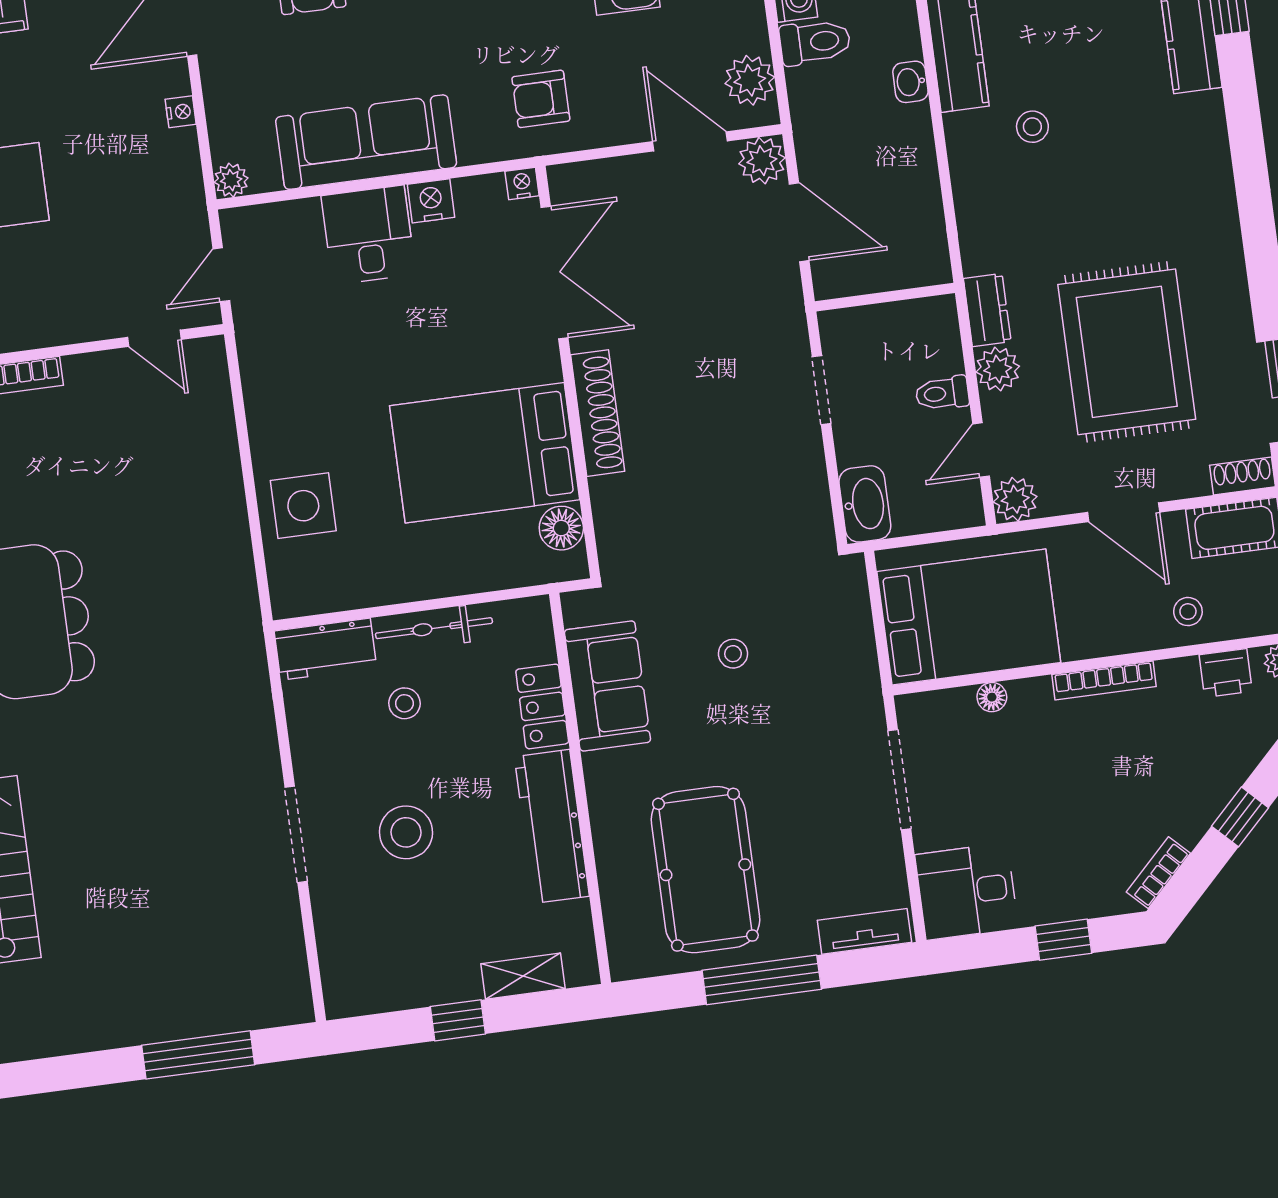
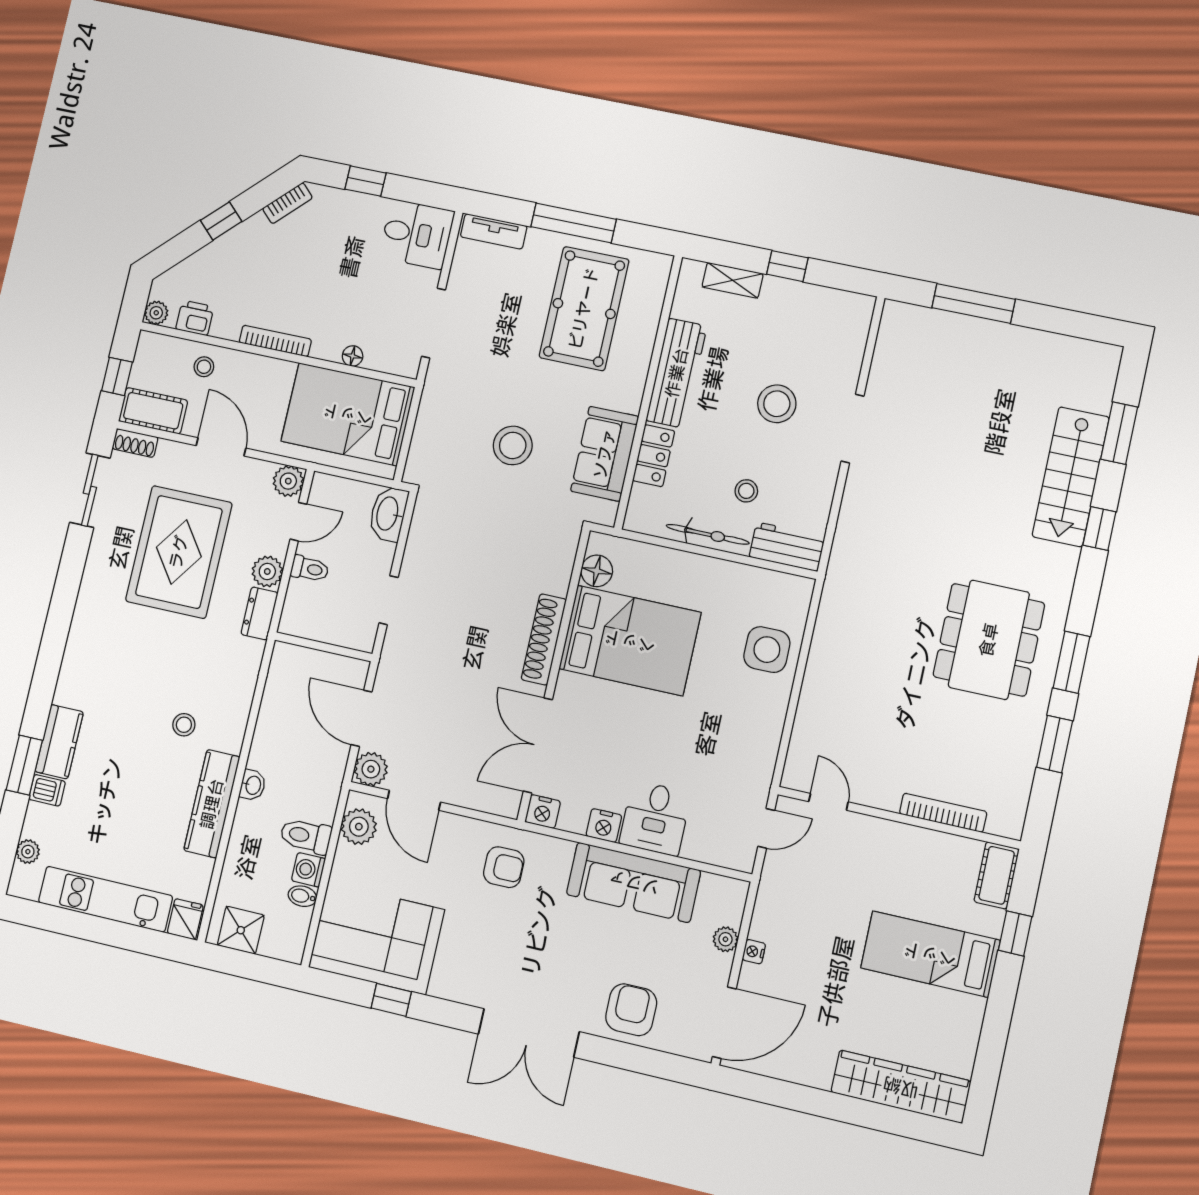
plant: (231, 180) -> (725, 939), moved
nightstand: (522, 183) -> (543, 811), width x1.39, depth x1.35
stool: (733, 654) -> (513, 445), width x1.89, depth x1.89

